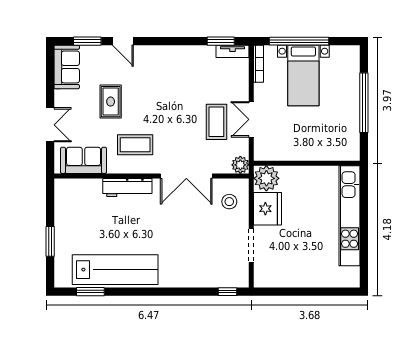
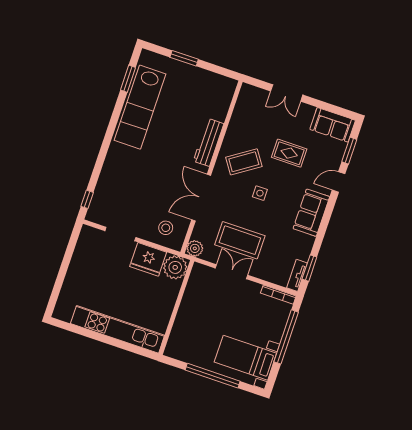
bed with nightstands: (303, 75) -> (245, 358), moved
side table: (161, 117) -> (260, 193), added
coffee table: (216, 122) -> (240, 240), width x1.36, depth x1.32
coffee table: (135, 145) -> (244, 162), turned 56
sofa: (84, 160) -> (311, 213), moved, turned 180

